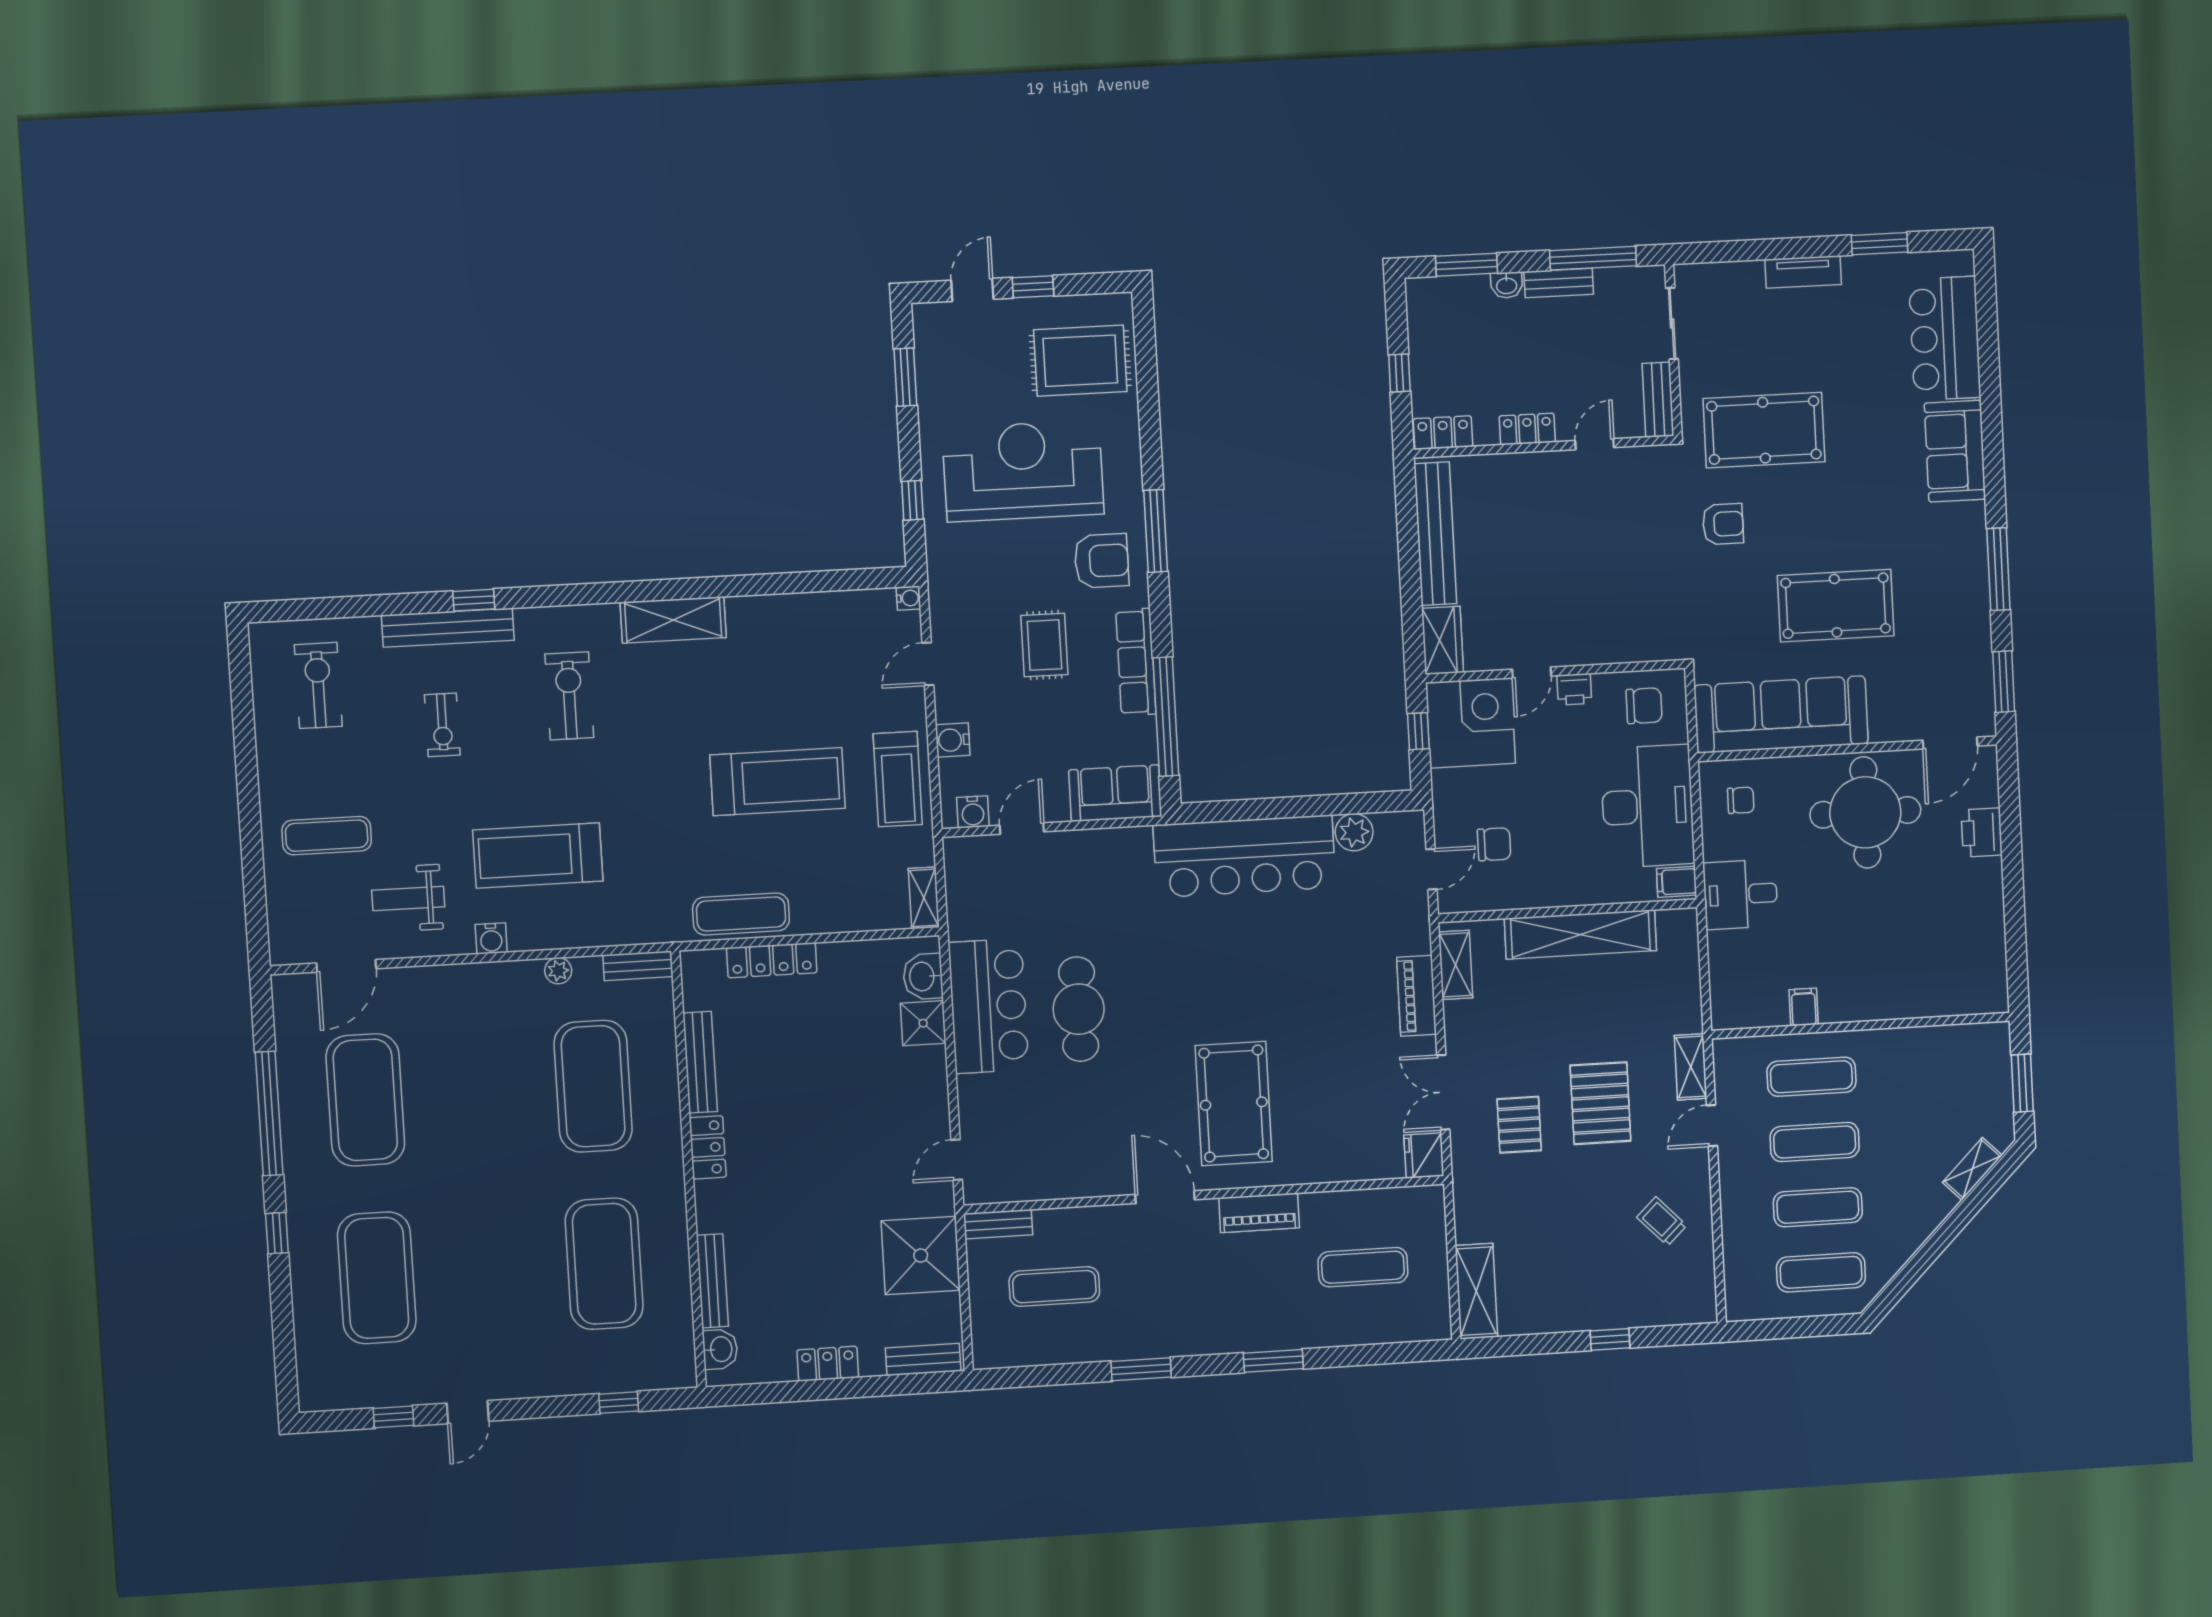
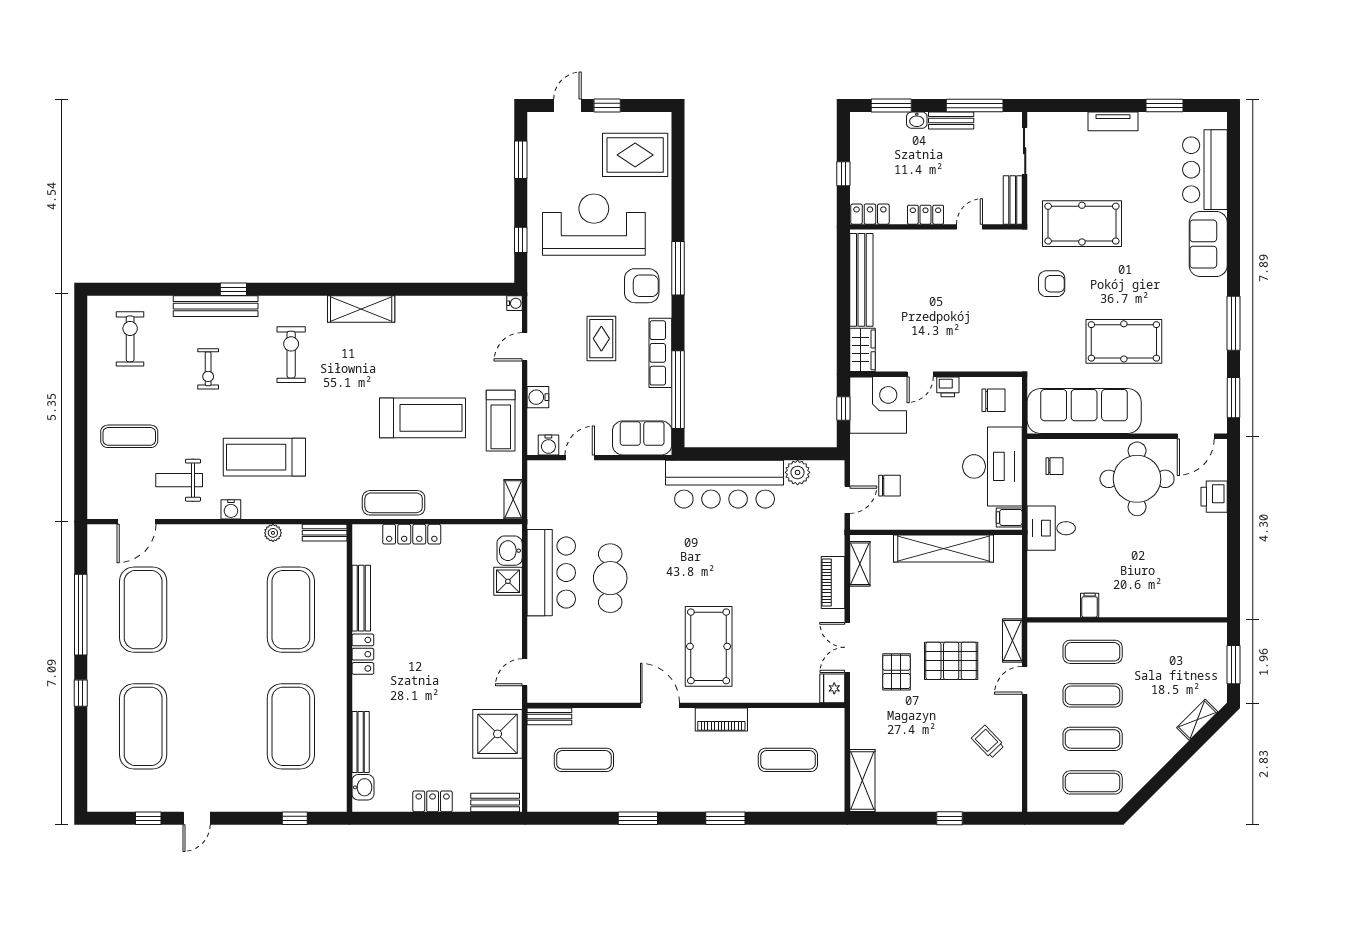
pallet: (1600, 1103) -> (951, 661), turned 90

